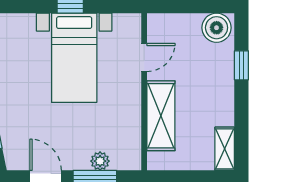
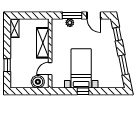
boiler: (217, 28) -> (38, 82), moved

